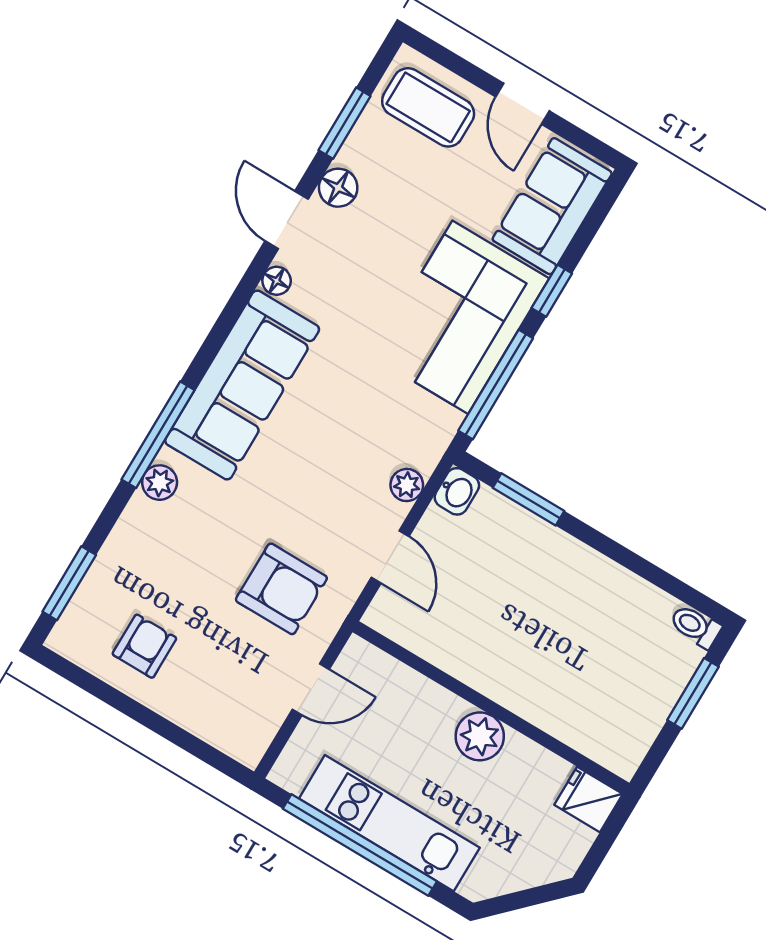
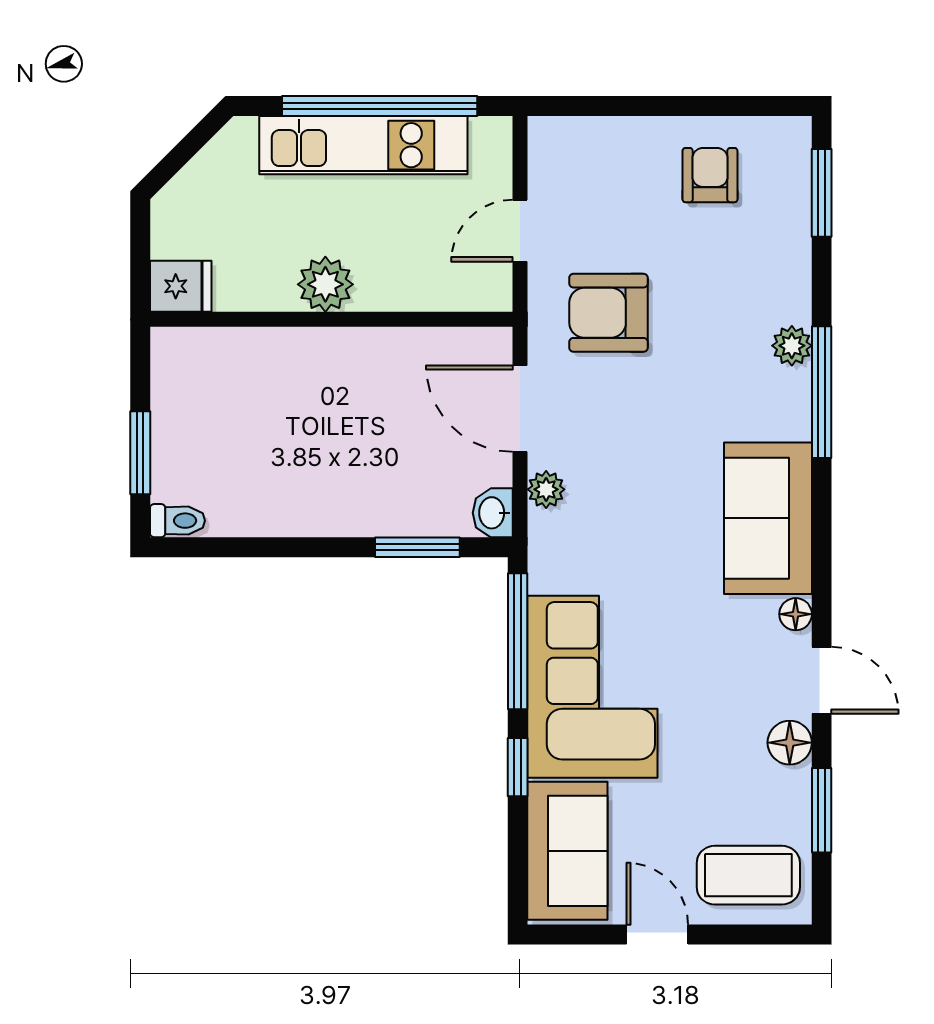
sofa: (242, 385) -> (768, 518), width x0.73
door: (390, 557) -> (520, 409), width x1.38
armchair: (144, 646) -> (710, 175), turned 180

